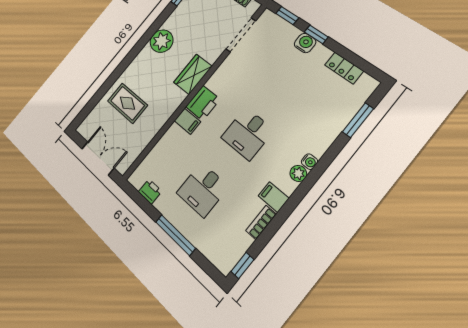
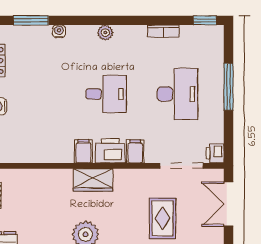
doorway: (241, 35) -> (181, 166), moved
water cooler: (309, 162) -> (59, 31), moved
desk: (203, 190) -> (177, 94), width x1.37
printer: (150, 192) -> (215, 153), moved
filing cabinet: (274, 197) -> (83, 151), moved, turned 180

